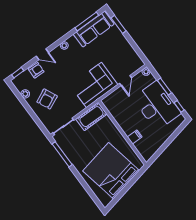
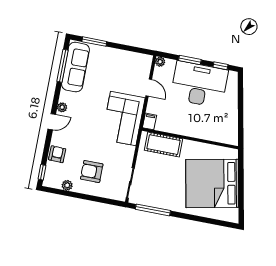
door: (42, 54) -> (52, 122), moved
armchair: (47, 99) -> (92, 172), turned 115
cot: (91, 117) -> (163, 145), moved, turned 90
filing cabinet: (135, 137) -> (150, 121), moved

